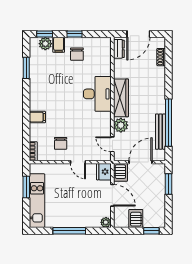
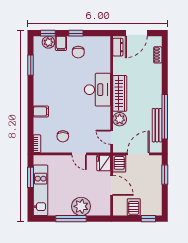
plant: (106, 222) -> (81, 206), moved, width x1.87, depth x1.87

